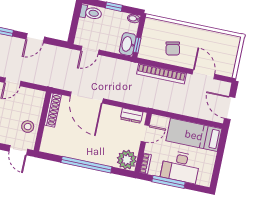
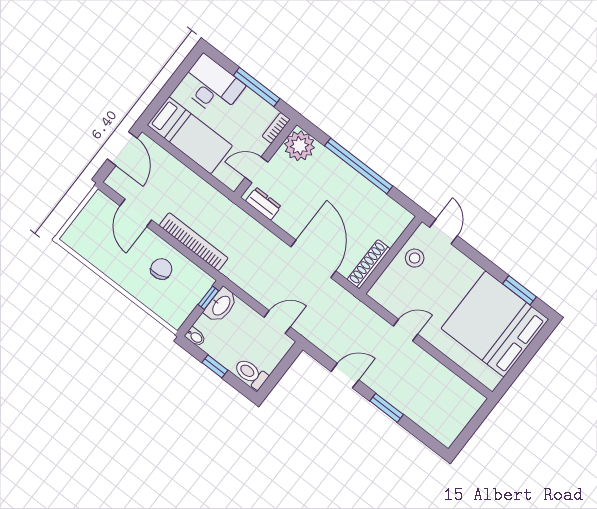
desk: (180, 167) -> (212, 86), moved

